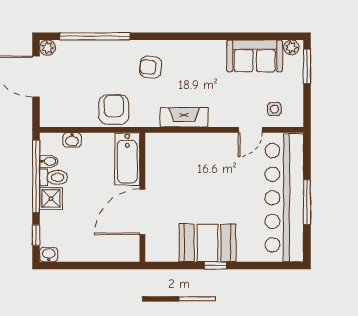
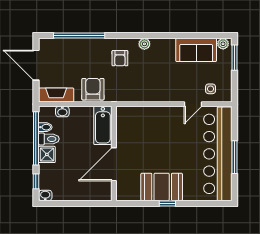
plant: (47, 48) -> (144, 44), moved
armchair: (151, 67) -> (120, 58), turned -96
fireplace: (184, 117) -> (56, 95), moved

